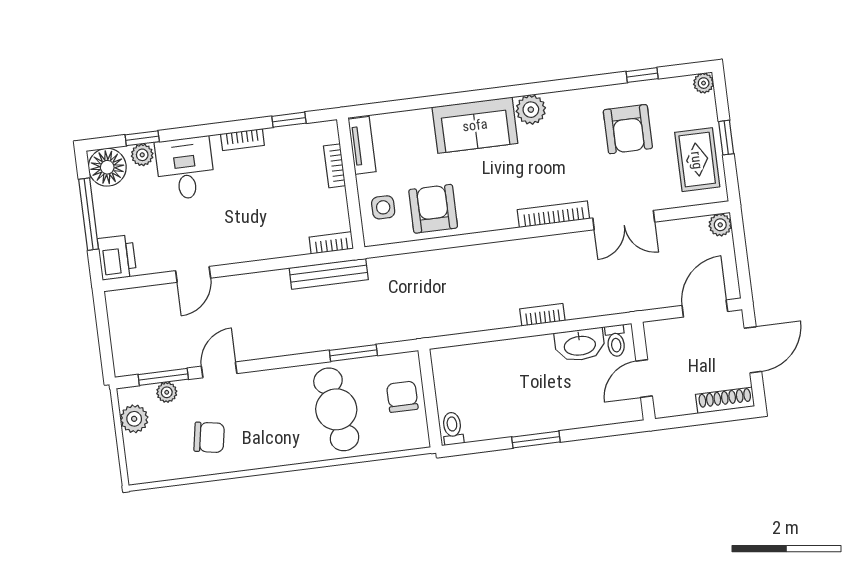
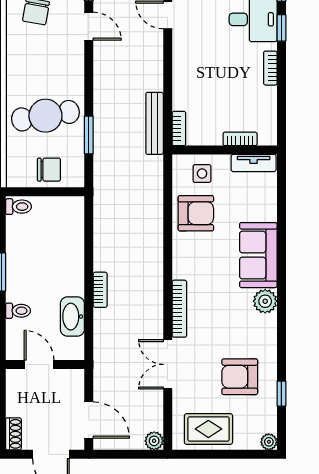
window: (289, 120) -> (281, 28), moved
window: (726, 138) -> (223, 454), removed
toilet: (616, 341) -> (18, 311), moved, turned 180
shoe rack: (725, 400) -> (13, 434), width x0.70

